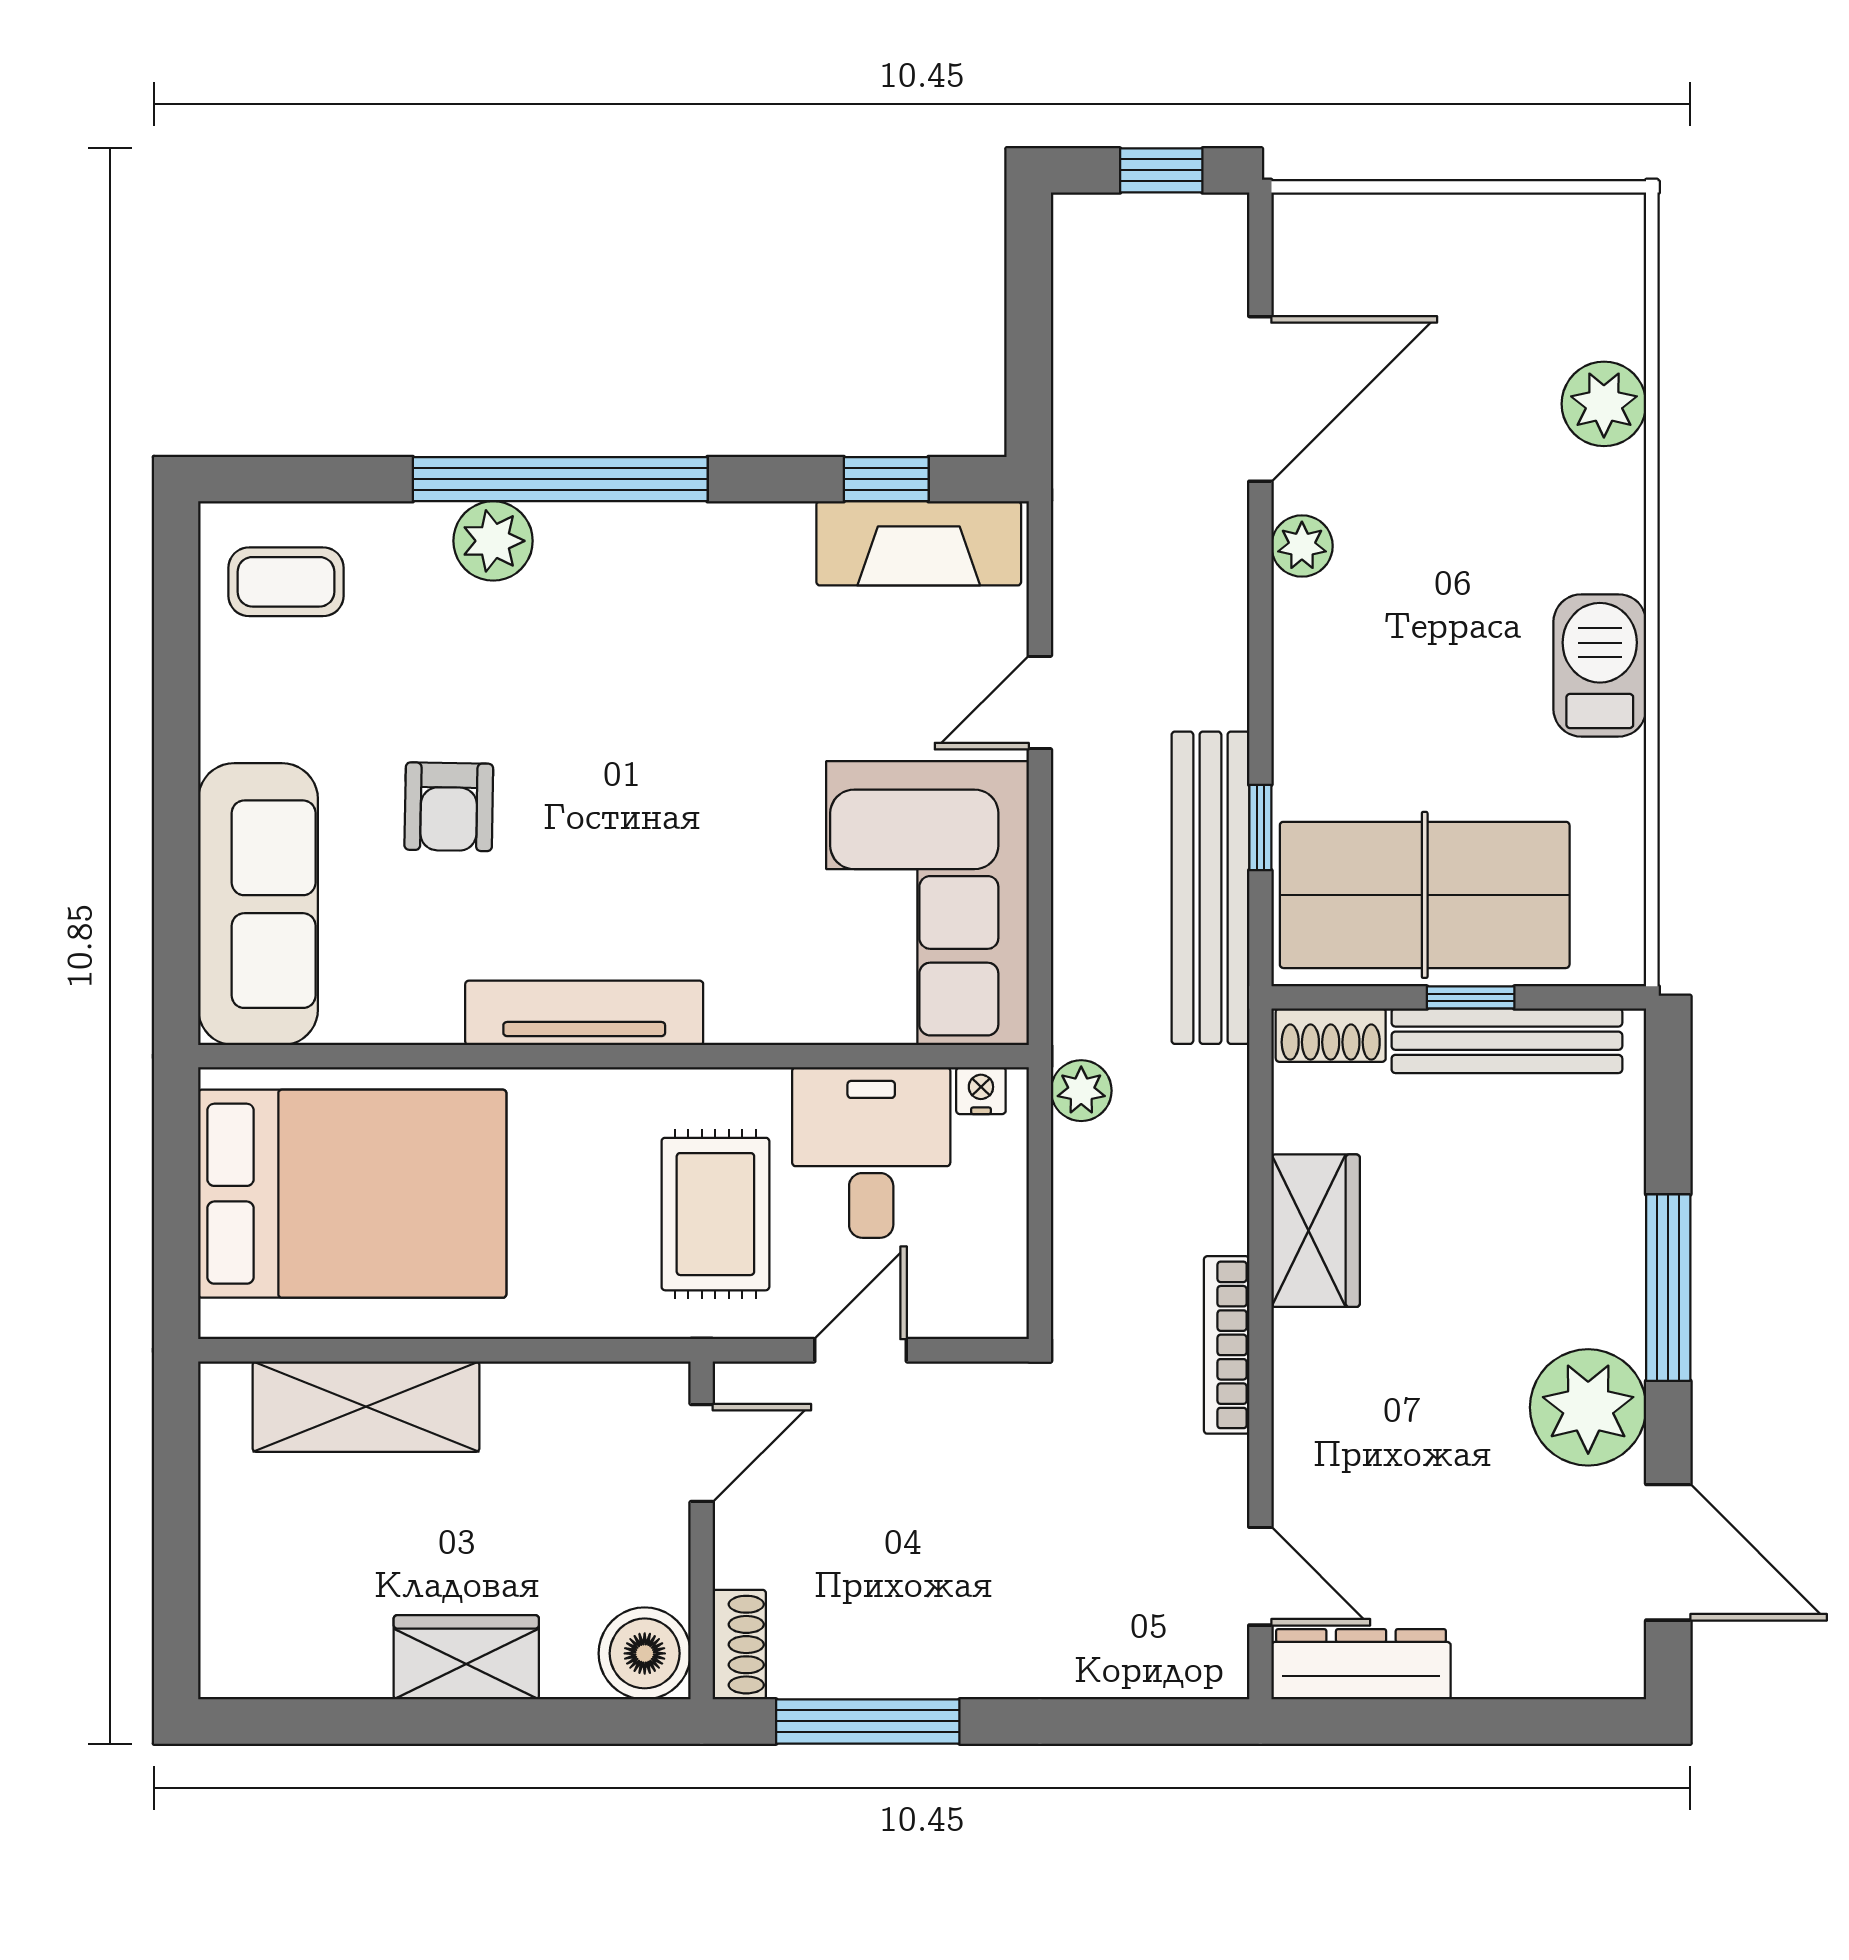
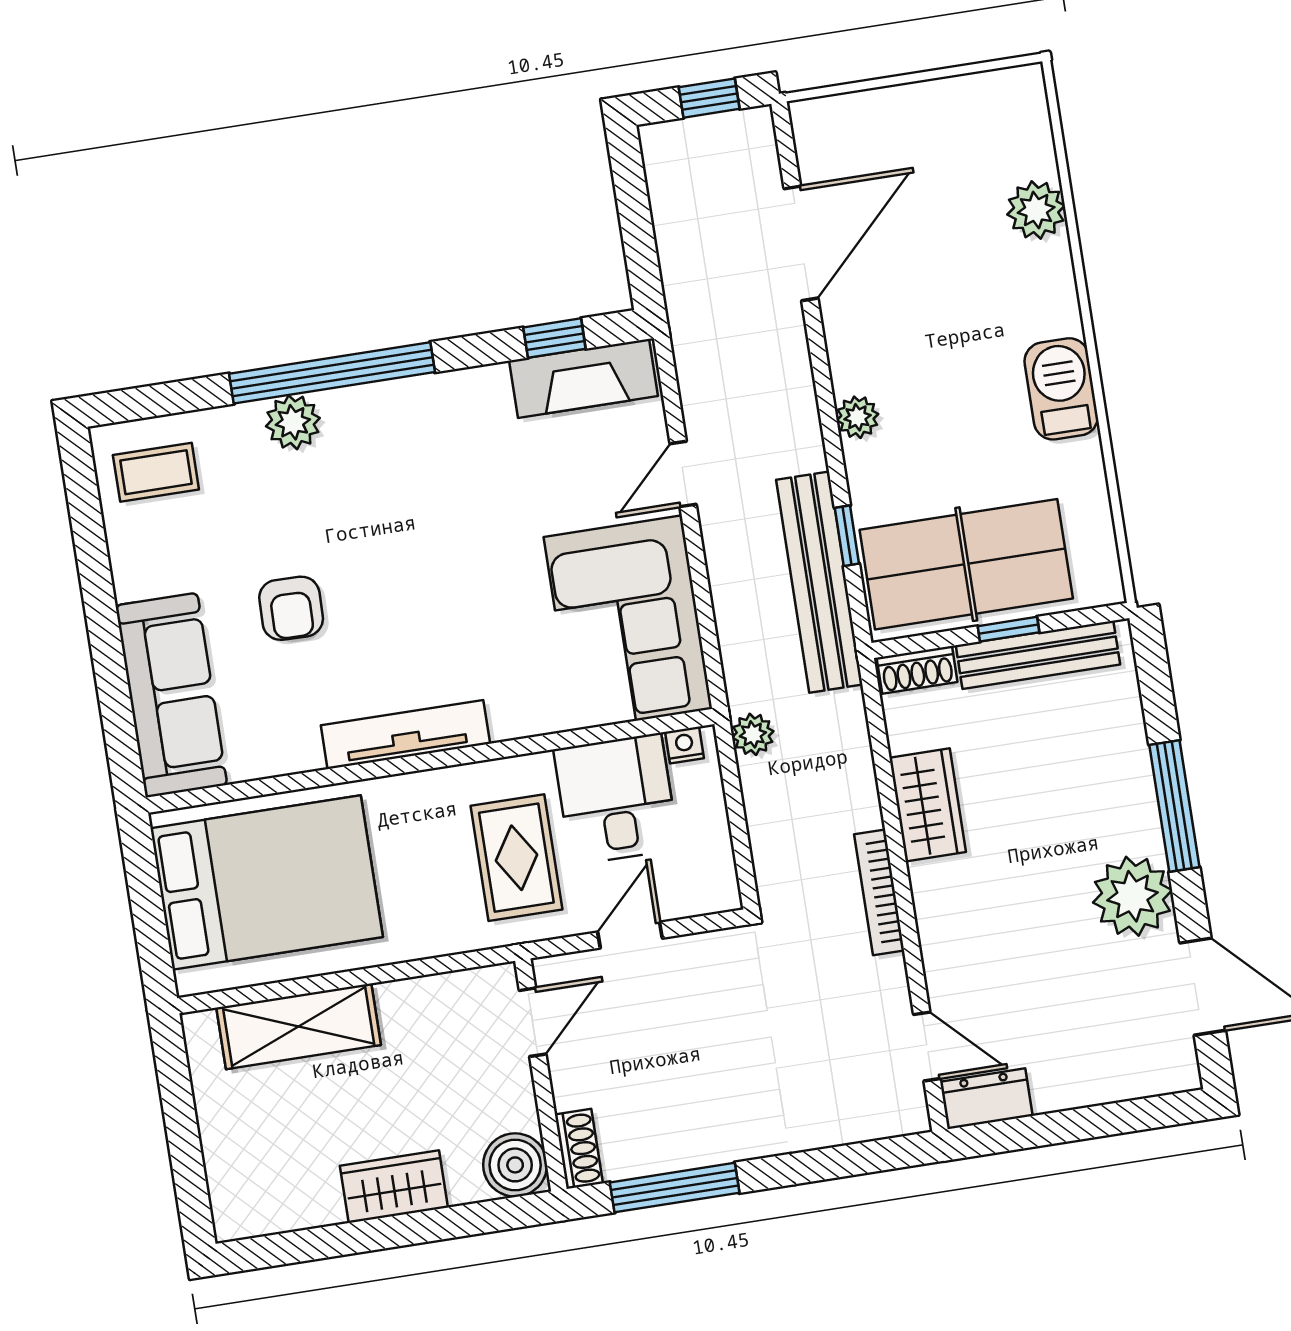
plant: (1302, 546) -> (857, 417), moved
dresser: (1361, 1664) -> (986, 1099), width x0.70

